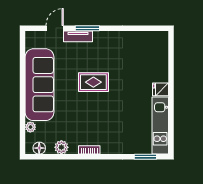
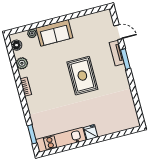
rug: (93, 82) -> (82, 76), width x1.36, depth x1.43
sofa: (40, 85) -> (54, 33), width x0.54, depth x0.79

